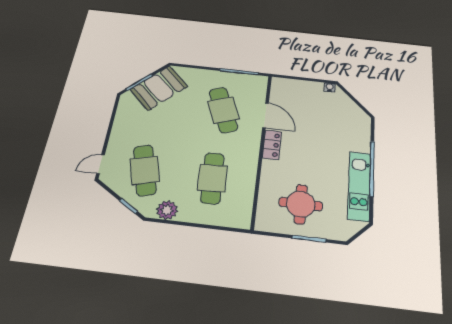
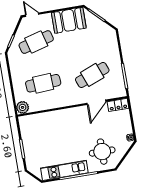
booth: (159, 88) -> (69, 20), moved, turned -45
locker: (272, 145) -> (118, 105), moved
round table: (301, 204) -> (102, 152), moved
plant: (167, 210) -> (23, 107), moved

